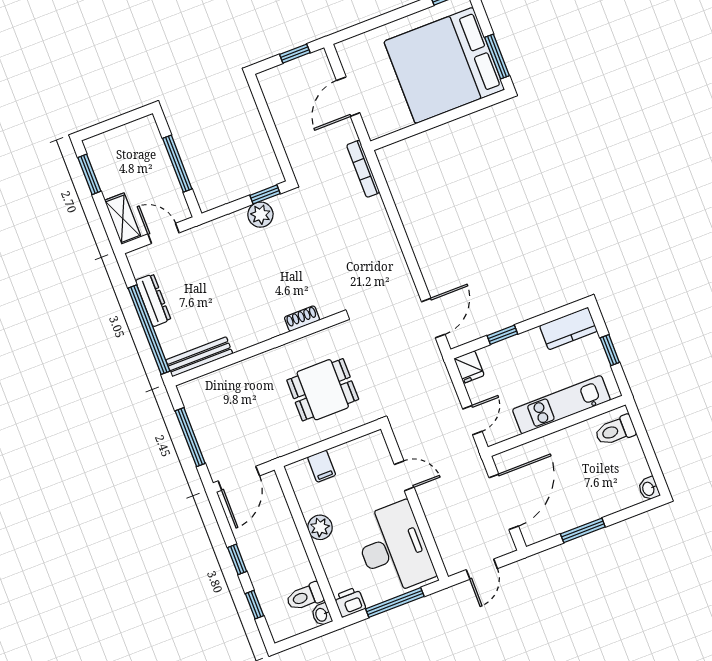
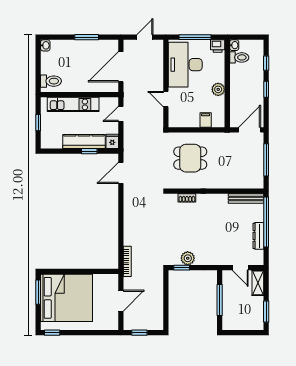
kitchen counter: (568, 328) -> (84, 142), moved, width x1.50

